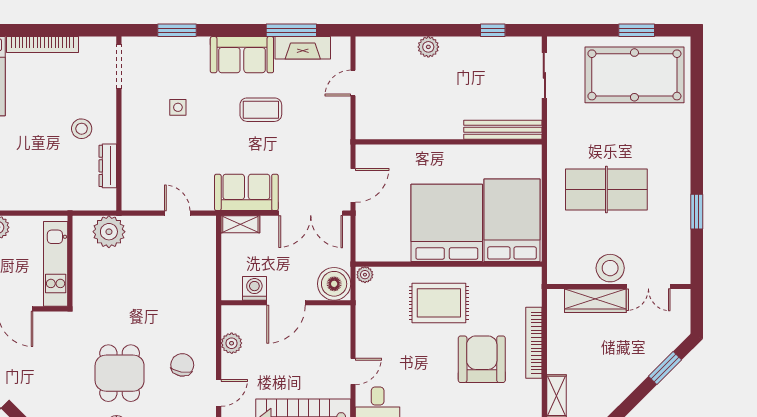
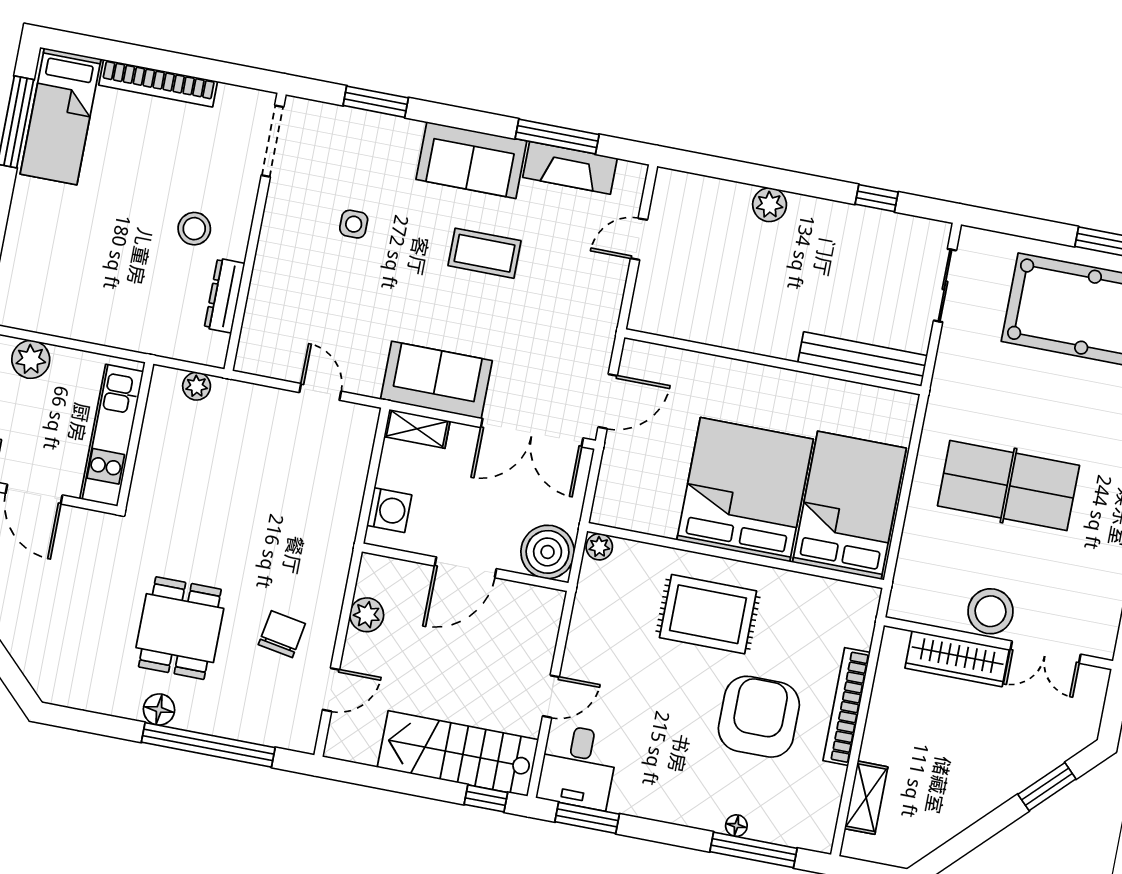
plant: (109, 232) -> (197, 386), width x0.53, depth x0.53
washing machine: (254, 288) -> (389, 510), moved, turned 90

